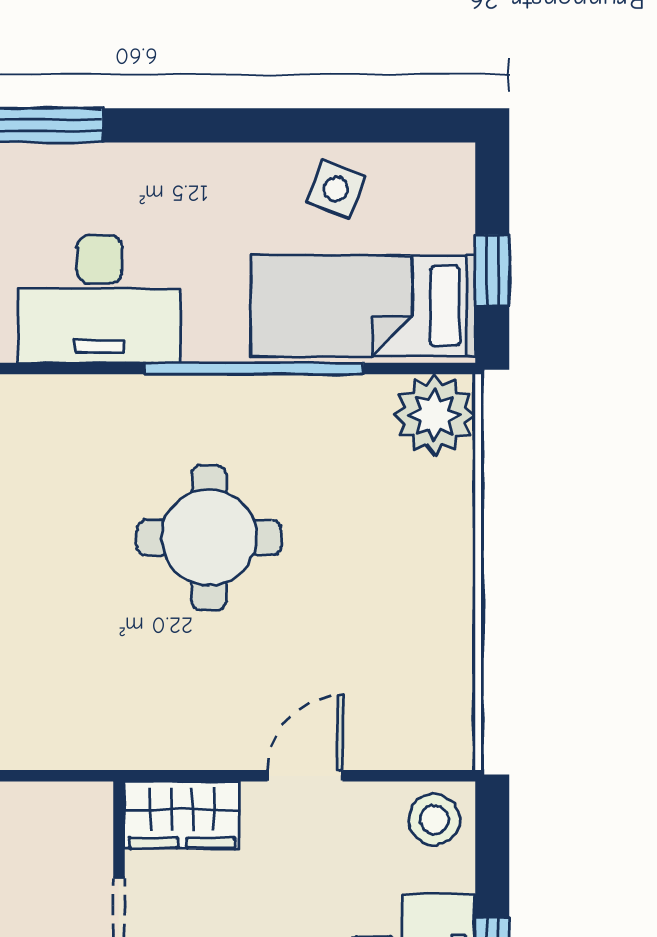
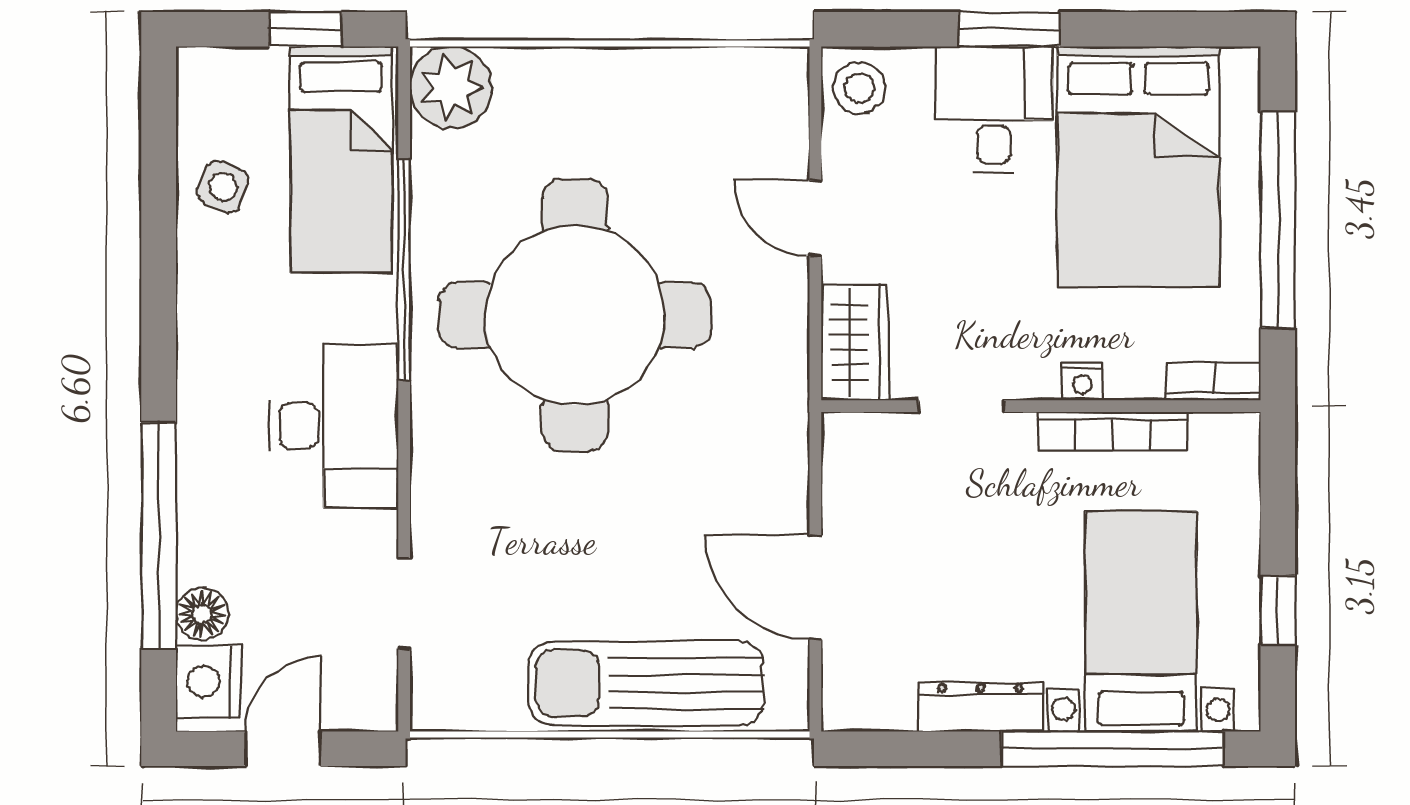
round table: (209, 538) -> (575, 315), width x1.86, depth x1.86

